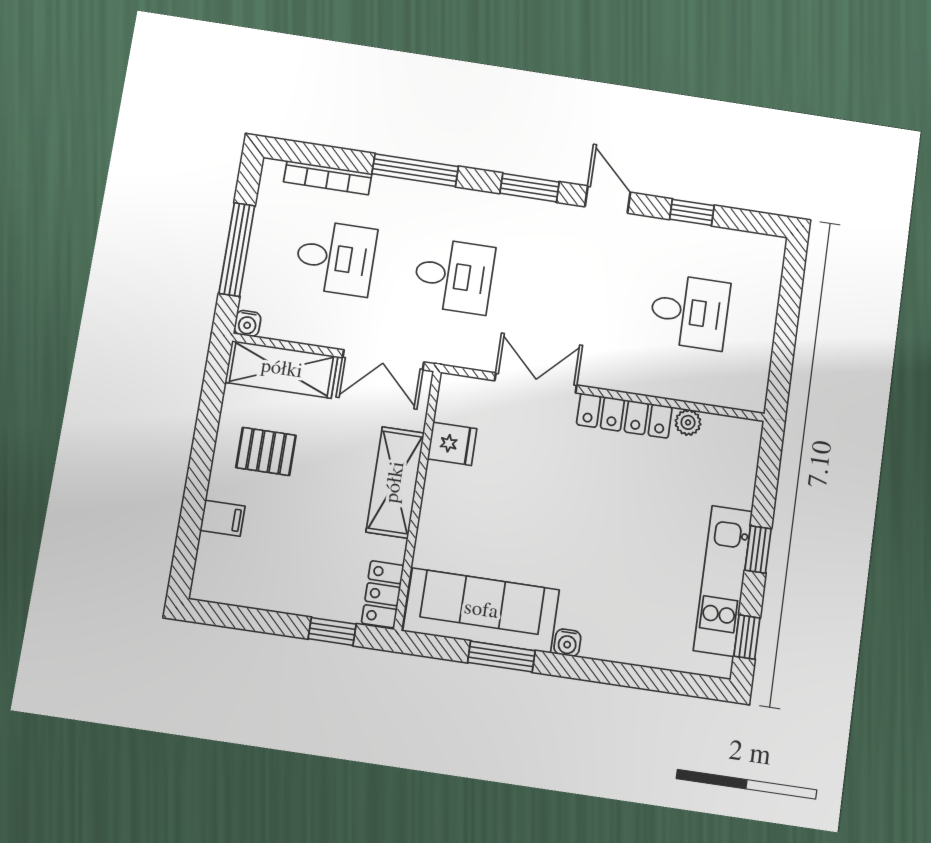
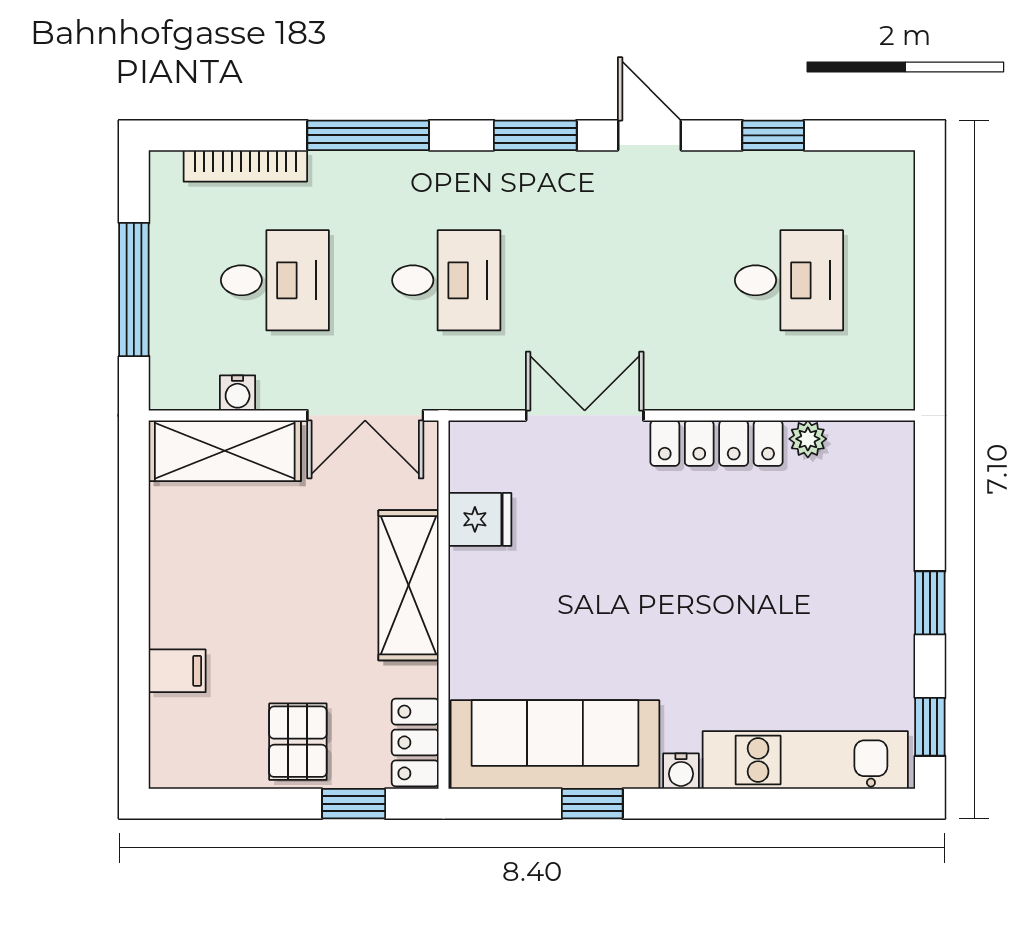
water cooler: (247, 323) -> (238, 393), moved
pallet: (266, 451) -> (298, 742), moved, turned 90
kitchen unit: (723, 581) -> (805, 760), moved, turned 90
window: (501, 657) -> (592, 804), width x0.67

